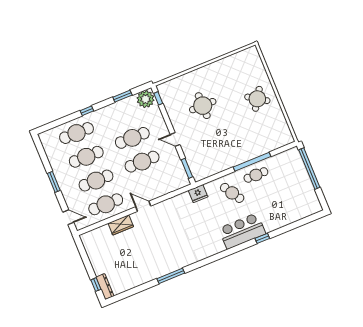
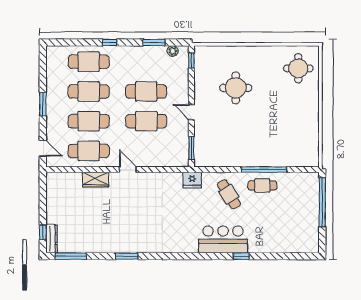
plant: (145, 99) -> (173, 51), width x0.53, depth x0.53
round table: (257, 99) -> (298, 68), moved, turned -33
window: (171, 276) -> (127, 256), width x0.69
window: (126, 294) -> (71, 256), added

